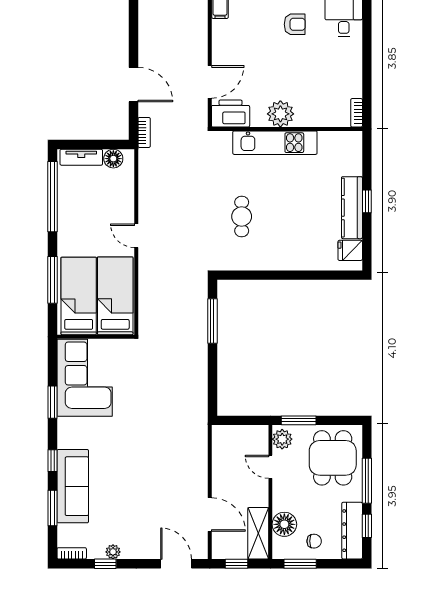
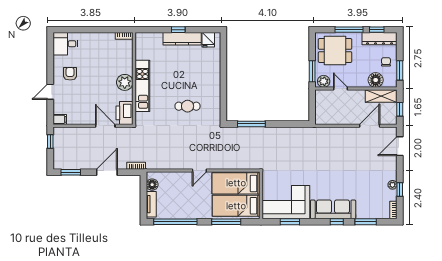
window: (133, 25) -> (71, 172), added
window: (53, 402) -> (290, 222), moved
door: (270, 467) -> (340, 89), swing flipped
sofa: (73, 486) -> (333, 209), moved

